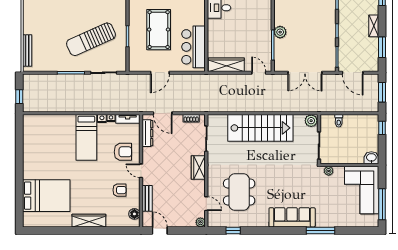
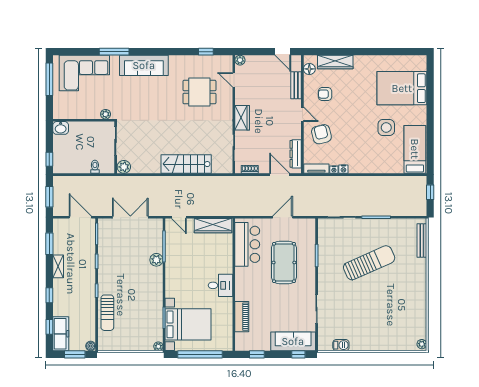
sun lounger: (91, 39) -> (369, 263), moved
stairs: (260, 128) -> (186, 164), width x0.73, depth x0.66
bed: (86, 137) -> (415, 149), moved
armchair: (123, 152) -> (321, 134), turned 76
side table: (61, 158) -> (386, 128), added
corner sofa: (362, 190) -> (84, 73), moved, turned 90
dining table: (239, 192) -> (199, 92), width x0.73
wardrobe: (89, 221) -> (335, 62), moved

